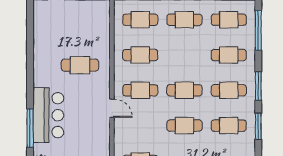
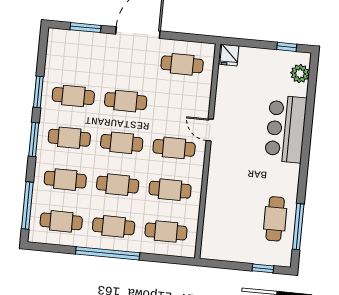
cafe table: (184, 55) -> (118, 185), added
cafe table: (80, 65) -> (275, 219), moved, turned 90
window: (30, 128) -> (298, 227), moved

